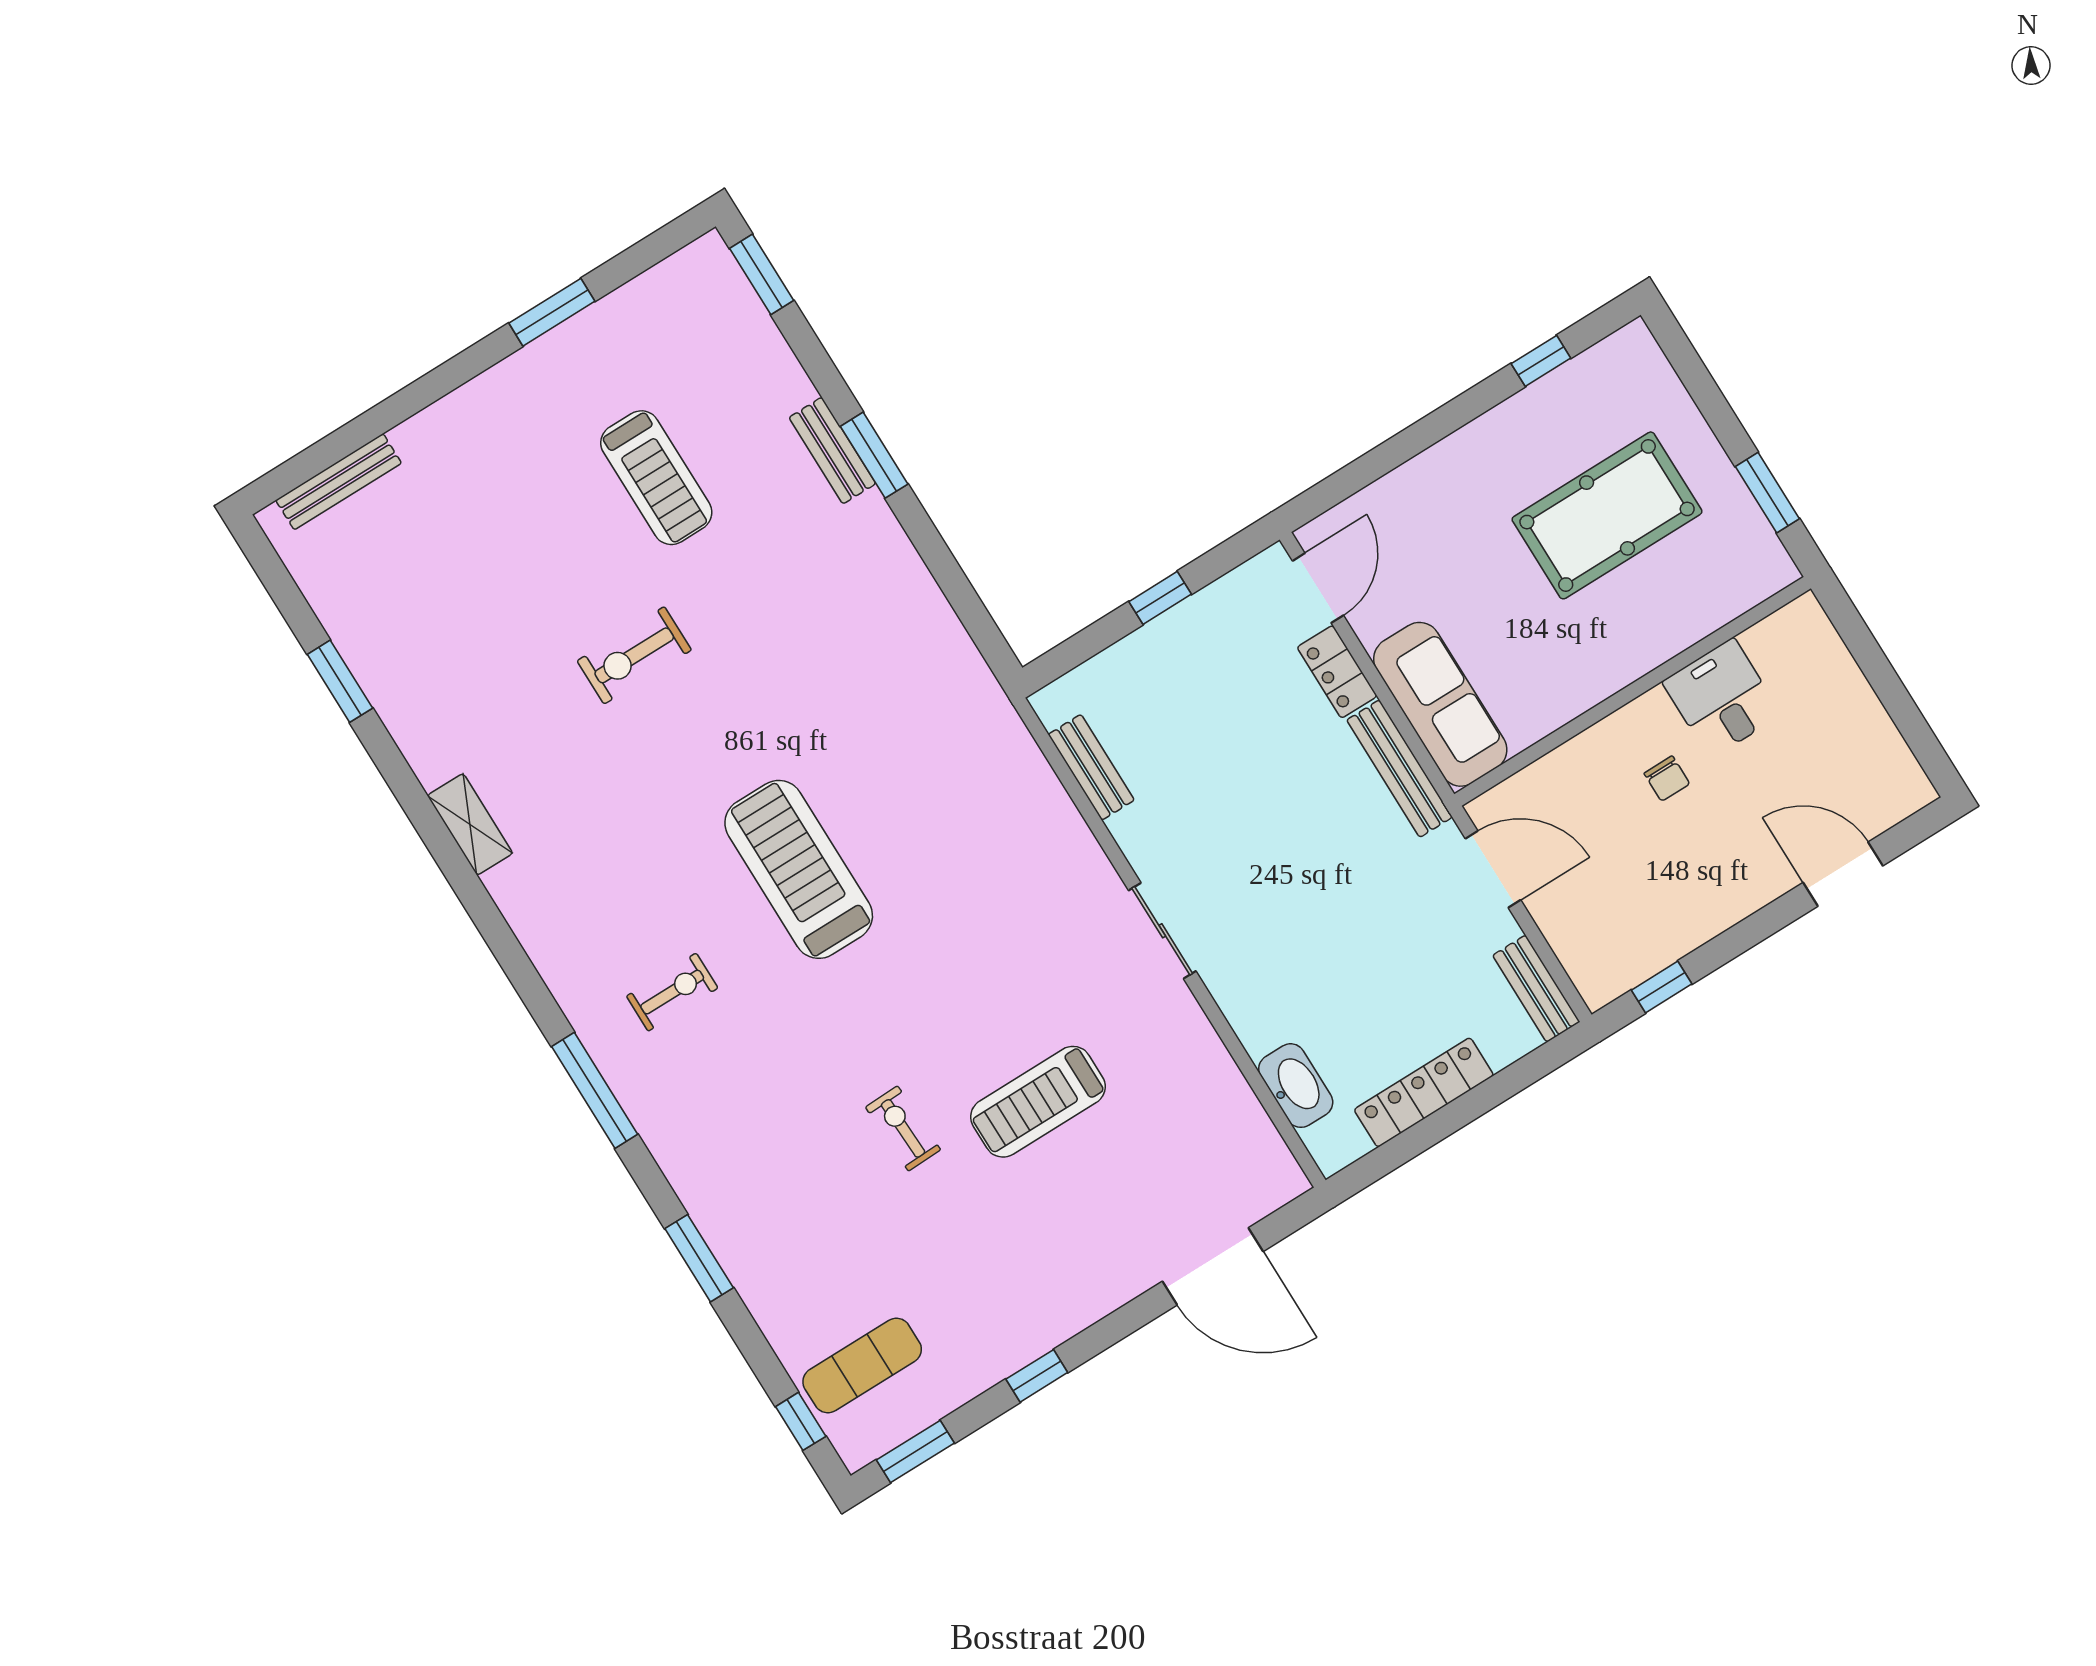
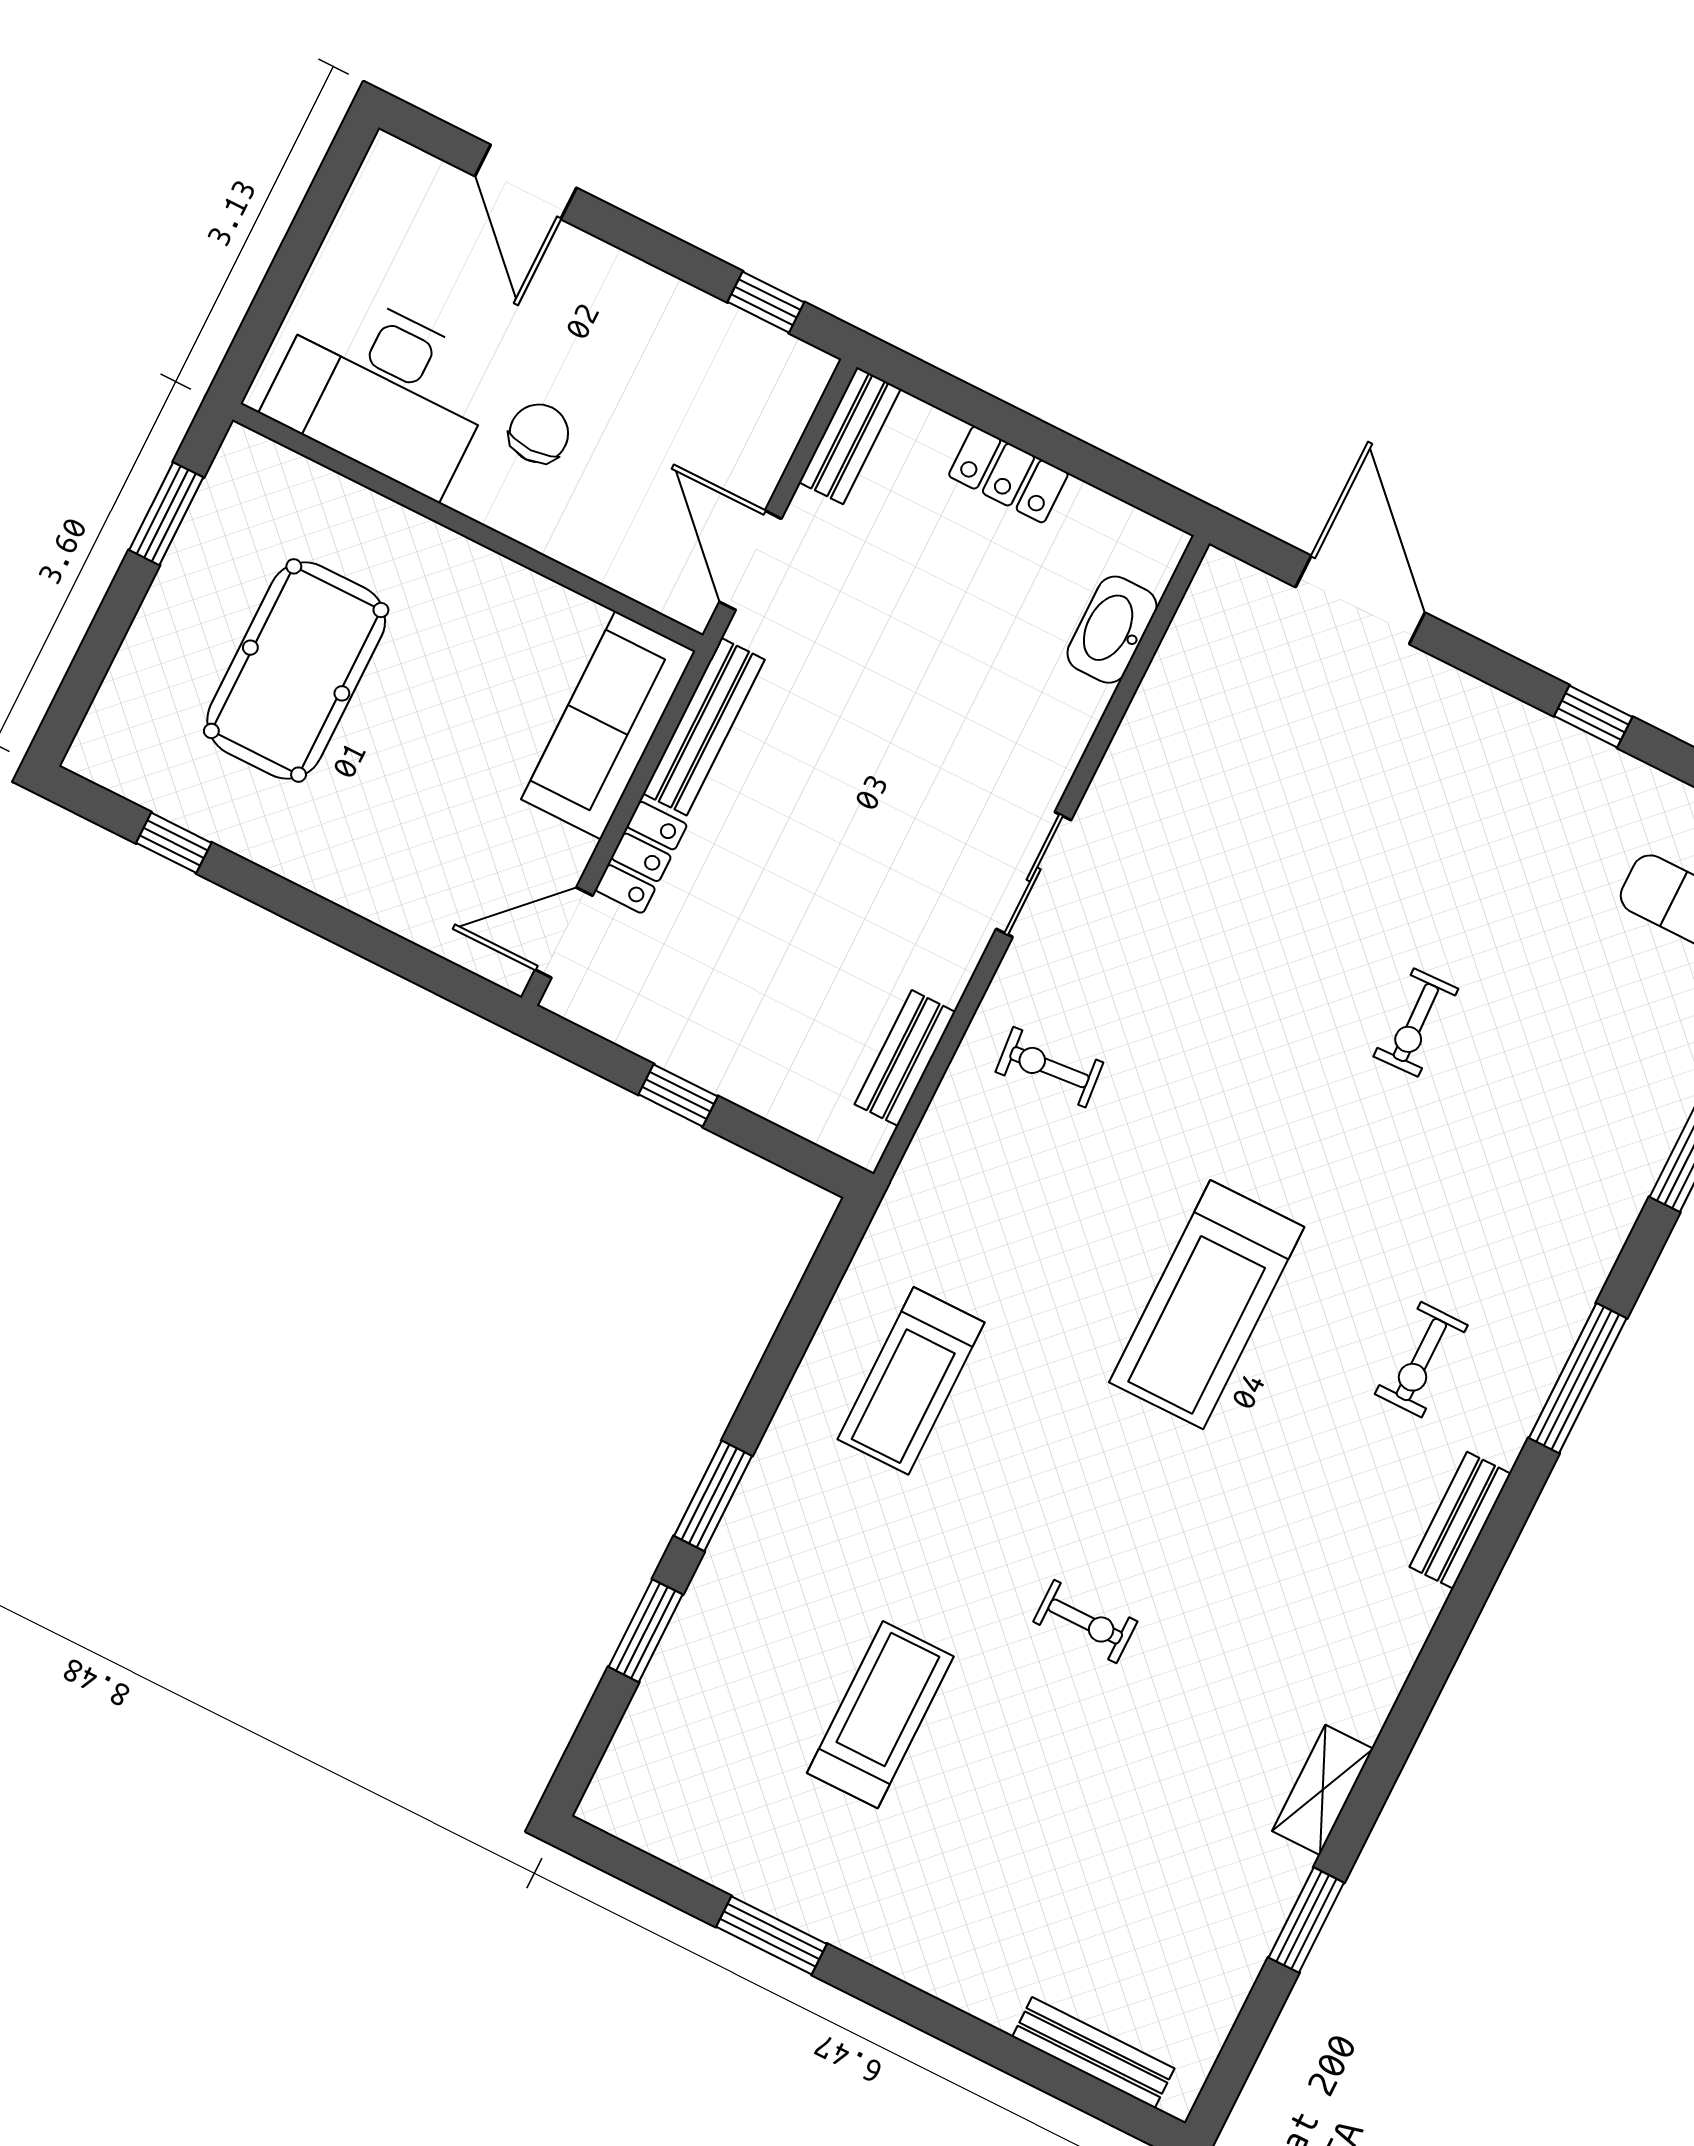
window: (762, 274) -> (646, 1631), moved
bench: (832, 451) -> (1460, 1520), moved
pool table: (1607, 515) -> (296, 670), turned 90
exercise bike: (634, 655) -> (1085, 1622), width x0.73, depth x0.72
desk: (1722, 698) -> (382, 391), width x1.87, depth x1.30
chair: (1667, 779) -> (539, 433), width x1.37, depth x1.37
shelving: (470, 824) -> (1323, 1790), moved
exercise bike: (1025, 861) -> (1049, 1067), added
exercise bike: (672, 992) -> (1421, 1360), turned -90
locker: (1424, 1092) -> (1008, 475), width x0.66
treadmill: (1038, 1102) -> (911, 1381), moved, turned 90

